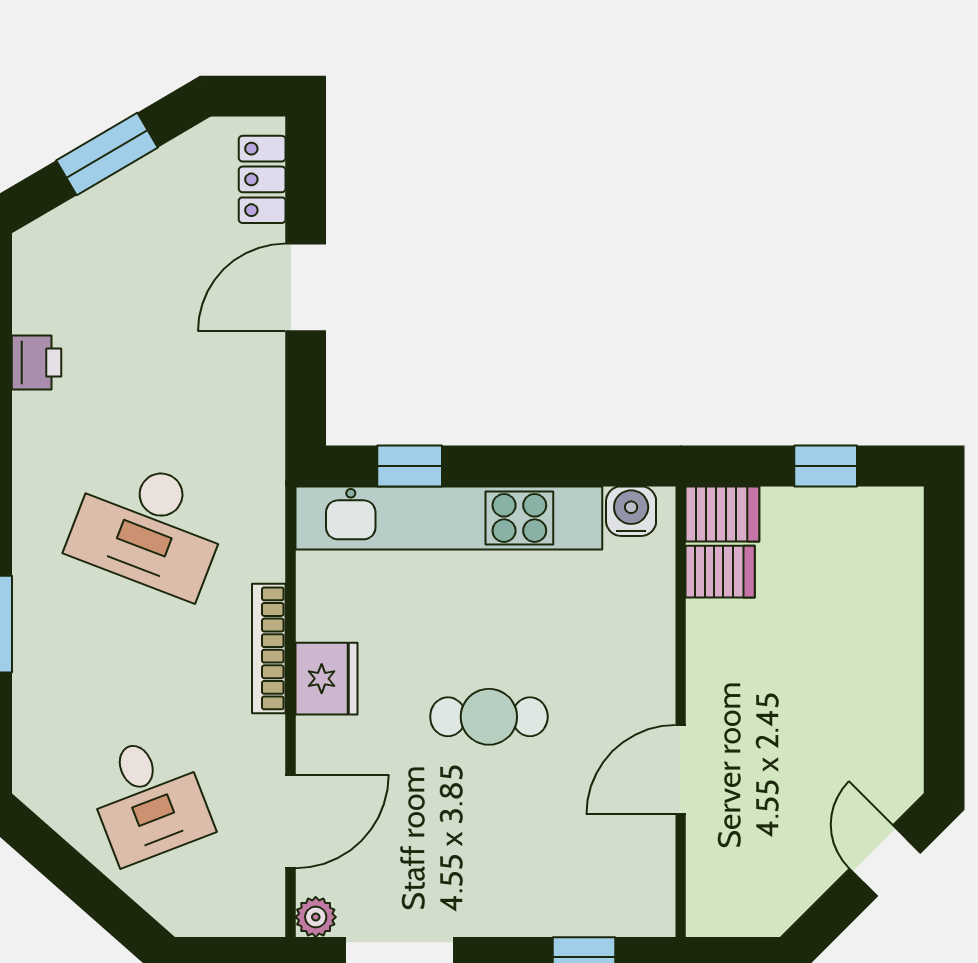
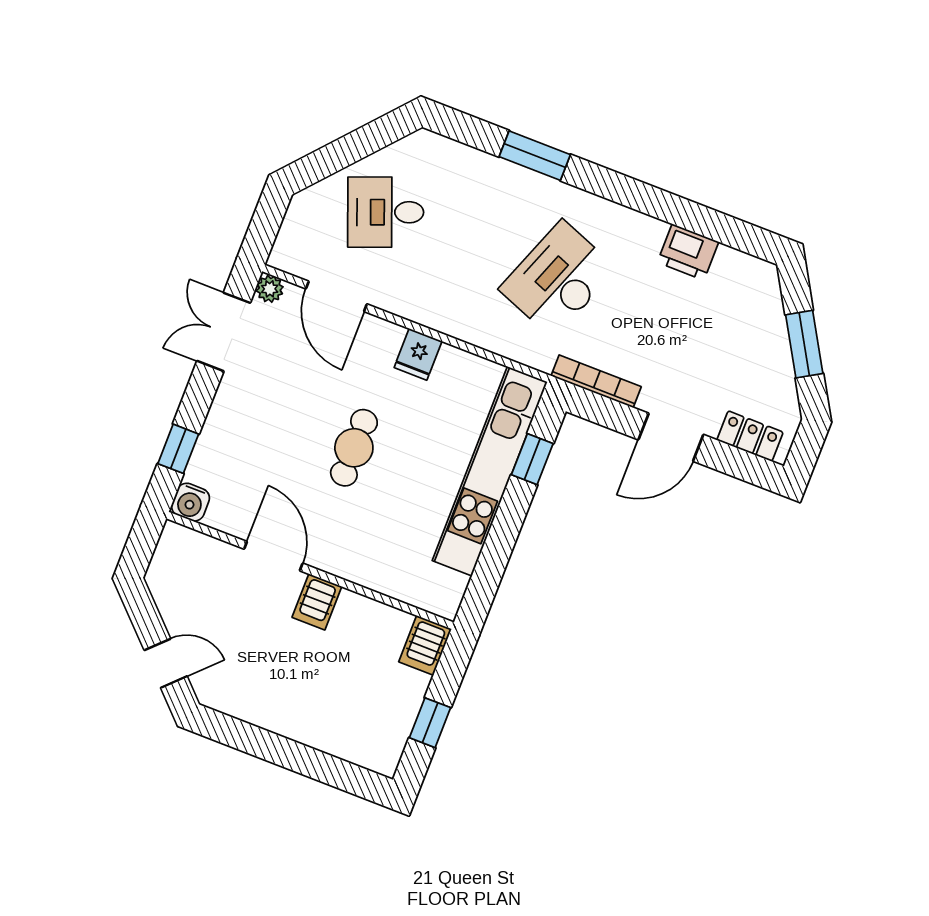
door: (306, 288) -> (671, 437), swing flipped
printer: (37, 362) -> (688, 252), width x1.36, depth x1.24
water cooler: (631, 511) -> (190, 502), moved, turned 90
server rack: (720, 572) -> (317, 602), moved
bookcase: (269, 648) -> (596, 381), moved
fridge: (327, 679) -> (418, 354), width x0.72

